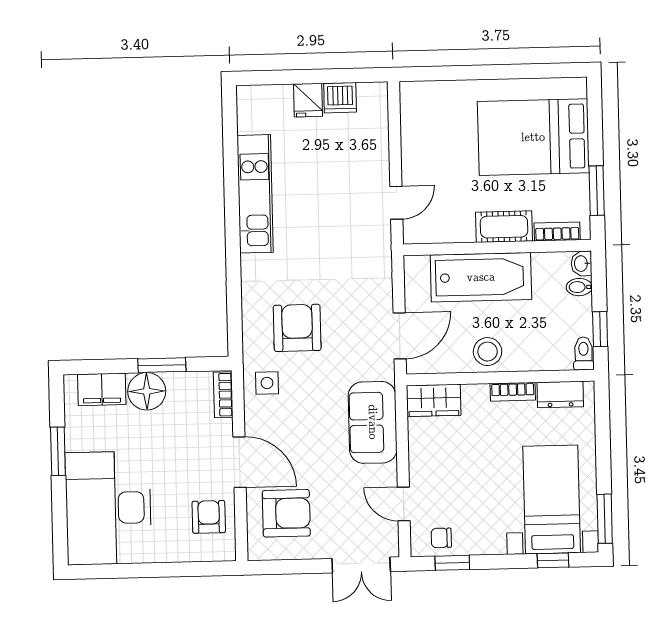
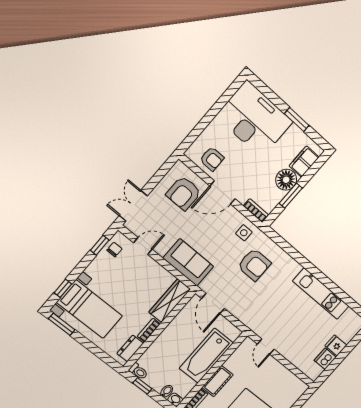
stool: (488, 352) -> (174, 334), removed
wardrobe: (434, 400) -> (170, 301), width x1.50

